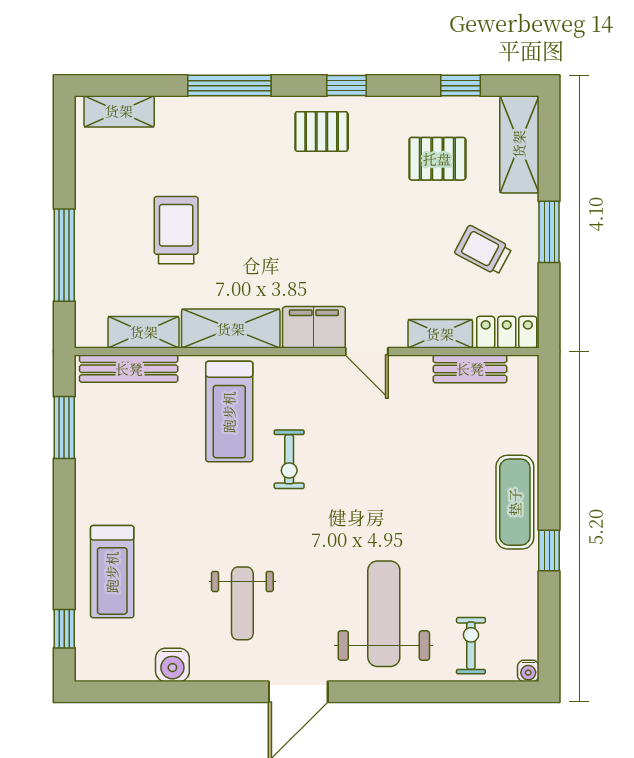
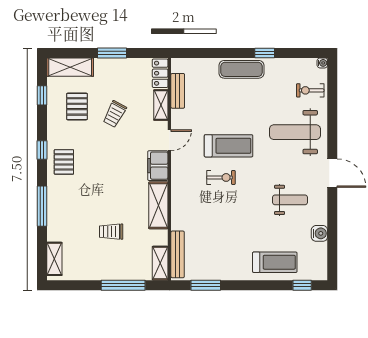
trolley: (176, 230) -> (111, 232), width x0.73, depth x0.72
trolley: (483, 250) -> (115, 114), moved
shelving: (144, 332) -> (160, 263), moved
treadmill: (229, 412) -> (229, 146), moved

